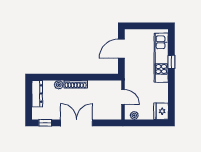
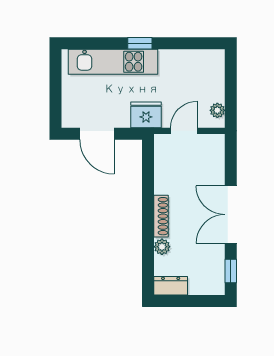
window: (171, 62) -> (140, 43), moved
dresser: (37, 94) -> (171, 286), width x0.70
fridge: (161, 111) -> (146, 115), moved, turned 180

